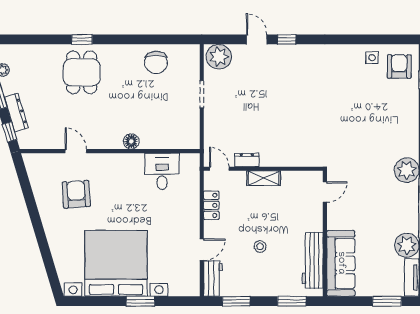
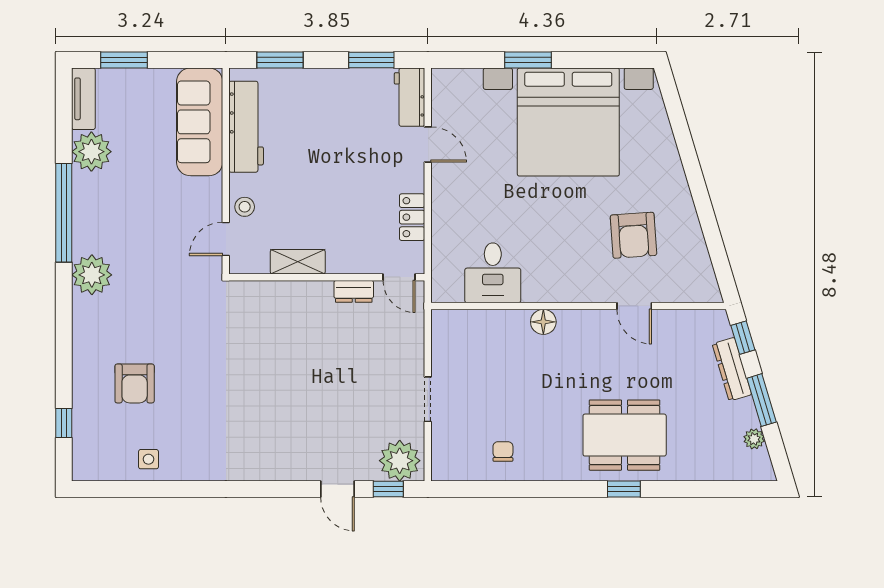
window: (287, 39) -> (388, 489), moved
chair: (156, 62) -> (503, 452), width x0.54, depth x0.54
armchair: (399, 67) -> (135, 383), moved
dining table: (82, 72) -> (625, 435), width x1.38
shelving: (264, 178) -> (298, 262), moved
stool: (260, 246) -> (245, 207), moved
door: (202, 250) -> (428, 145), swing flipped

